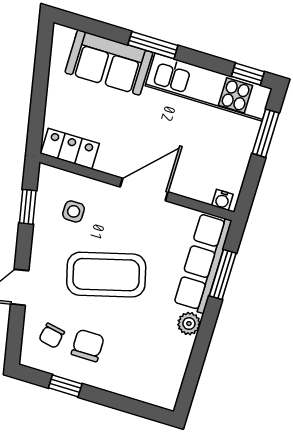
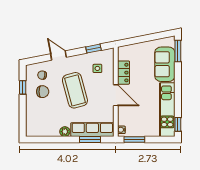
window: (153, 45) -> (178, 51), moved
window: (266, 133) -> (134, 140), moved
locker: (70, 149) -> (123, 73), moved

